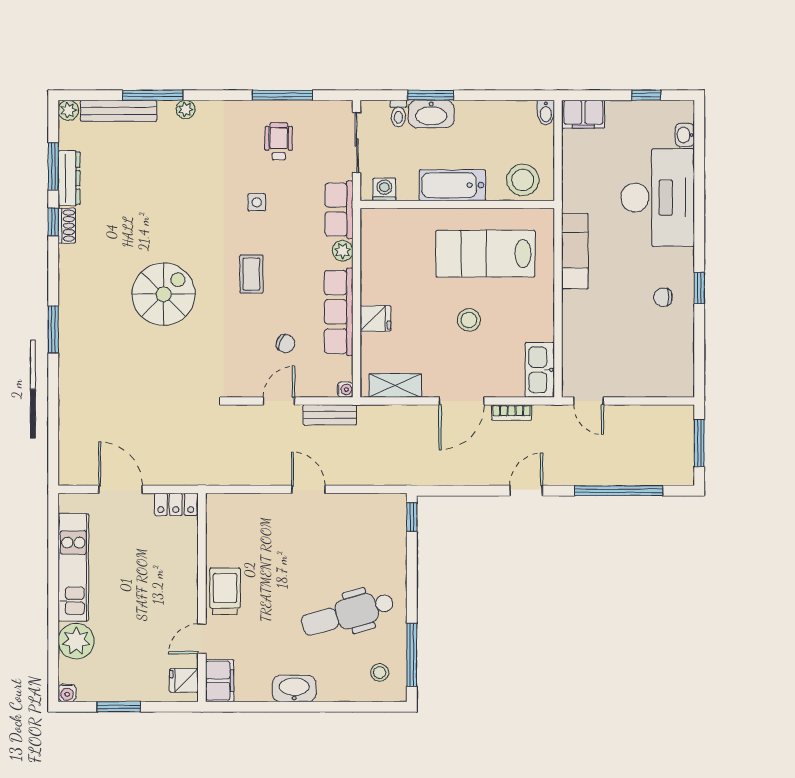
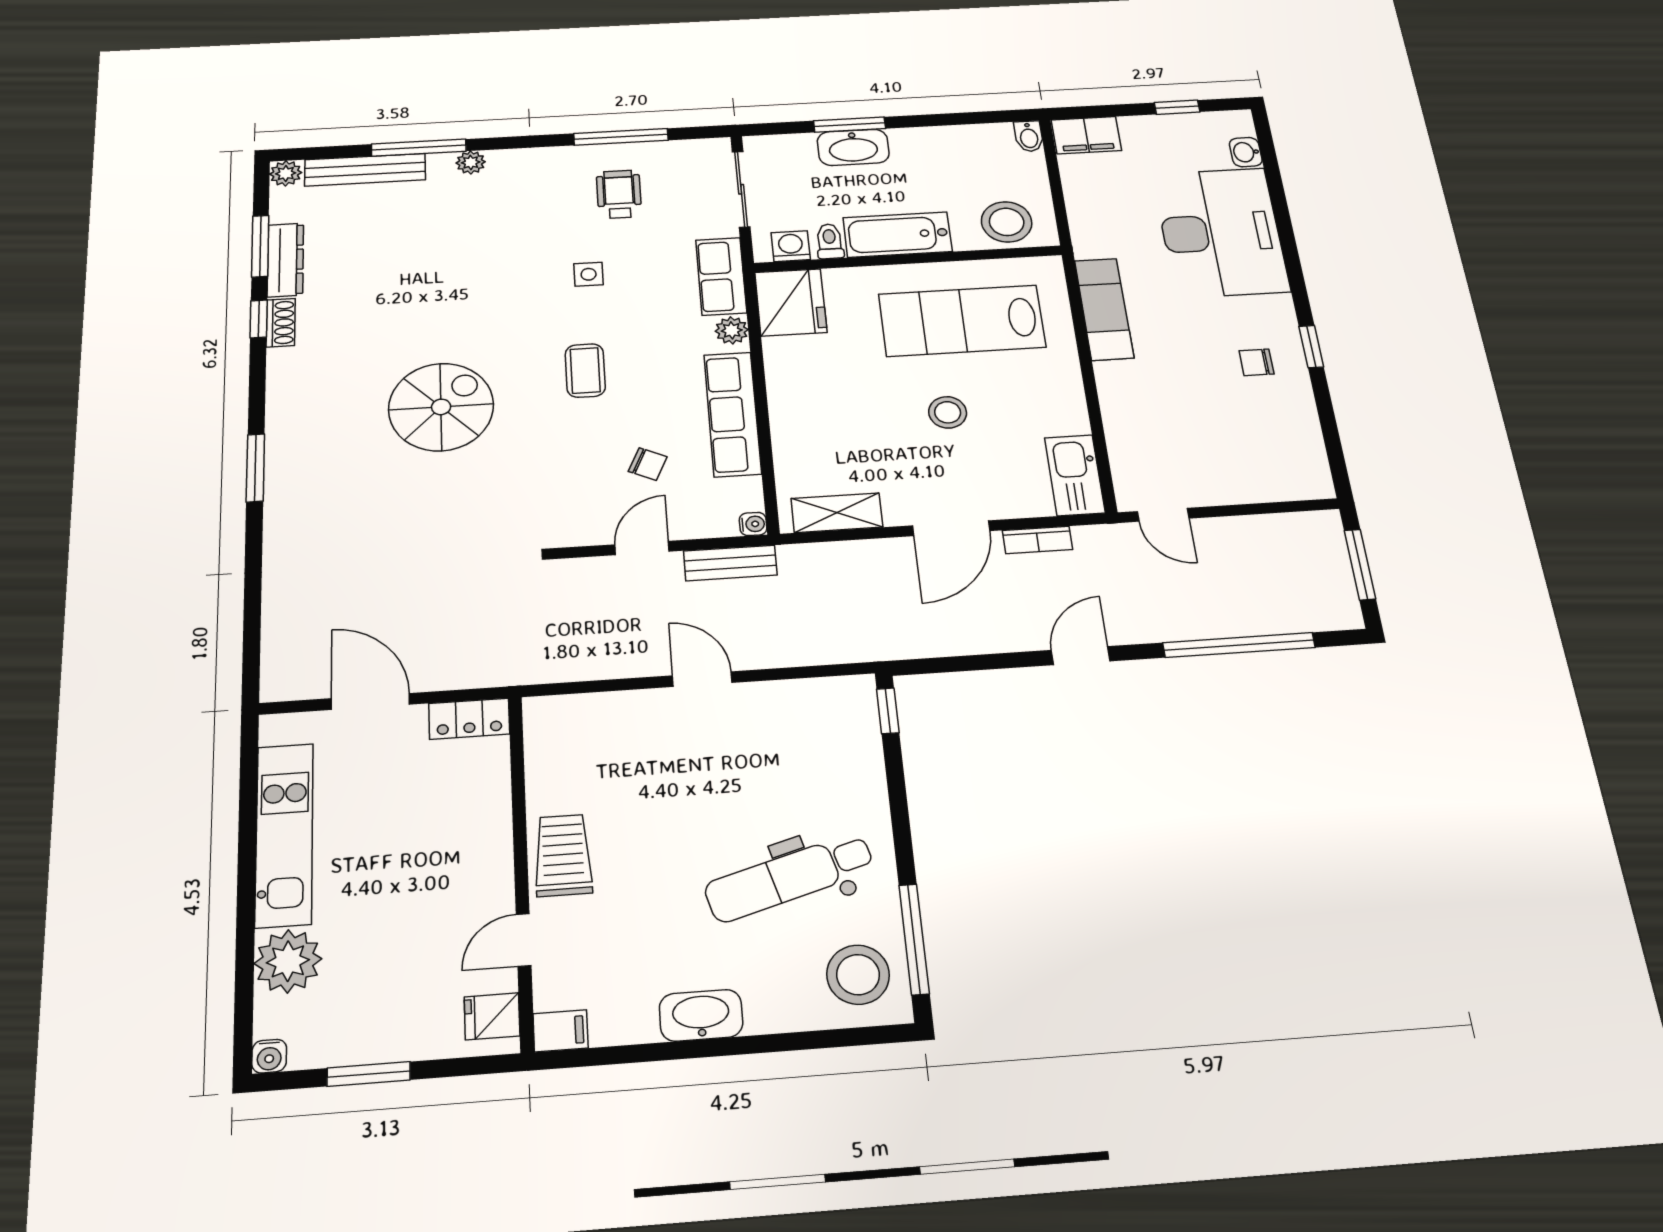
toilet: (398, 113) -> (830, 241), moved, turned 180
fridge: (376, 318) -> (791, 302), moved, width x1.88, depth x1.34
stool: (380, 672) -> (858, 975), width x1.89, depth x1.89
filing cabinet: (220, 681) -> (561, 1031), width x0.50

